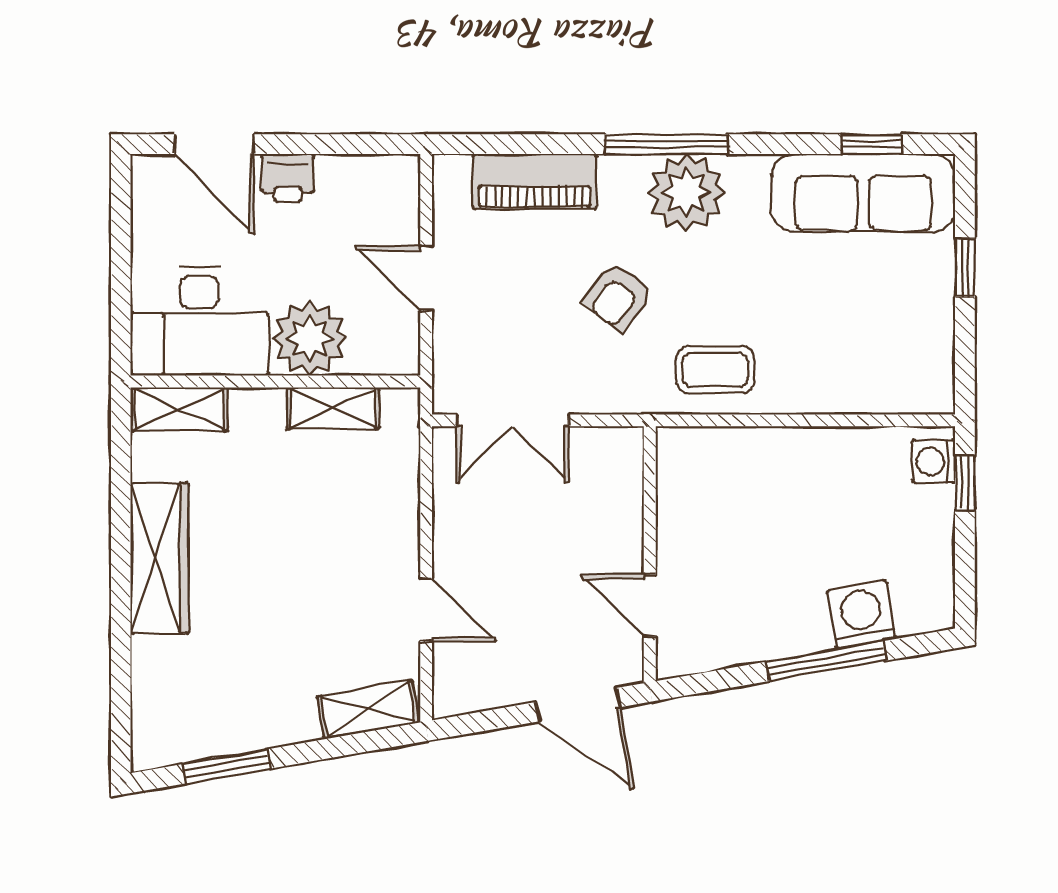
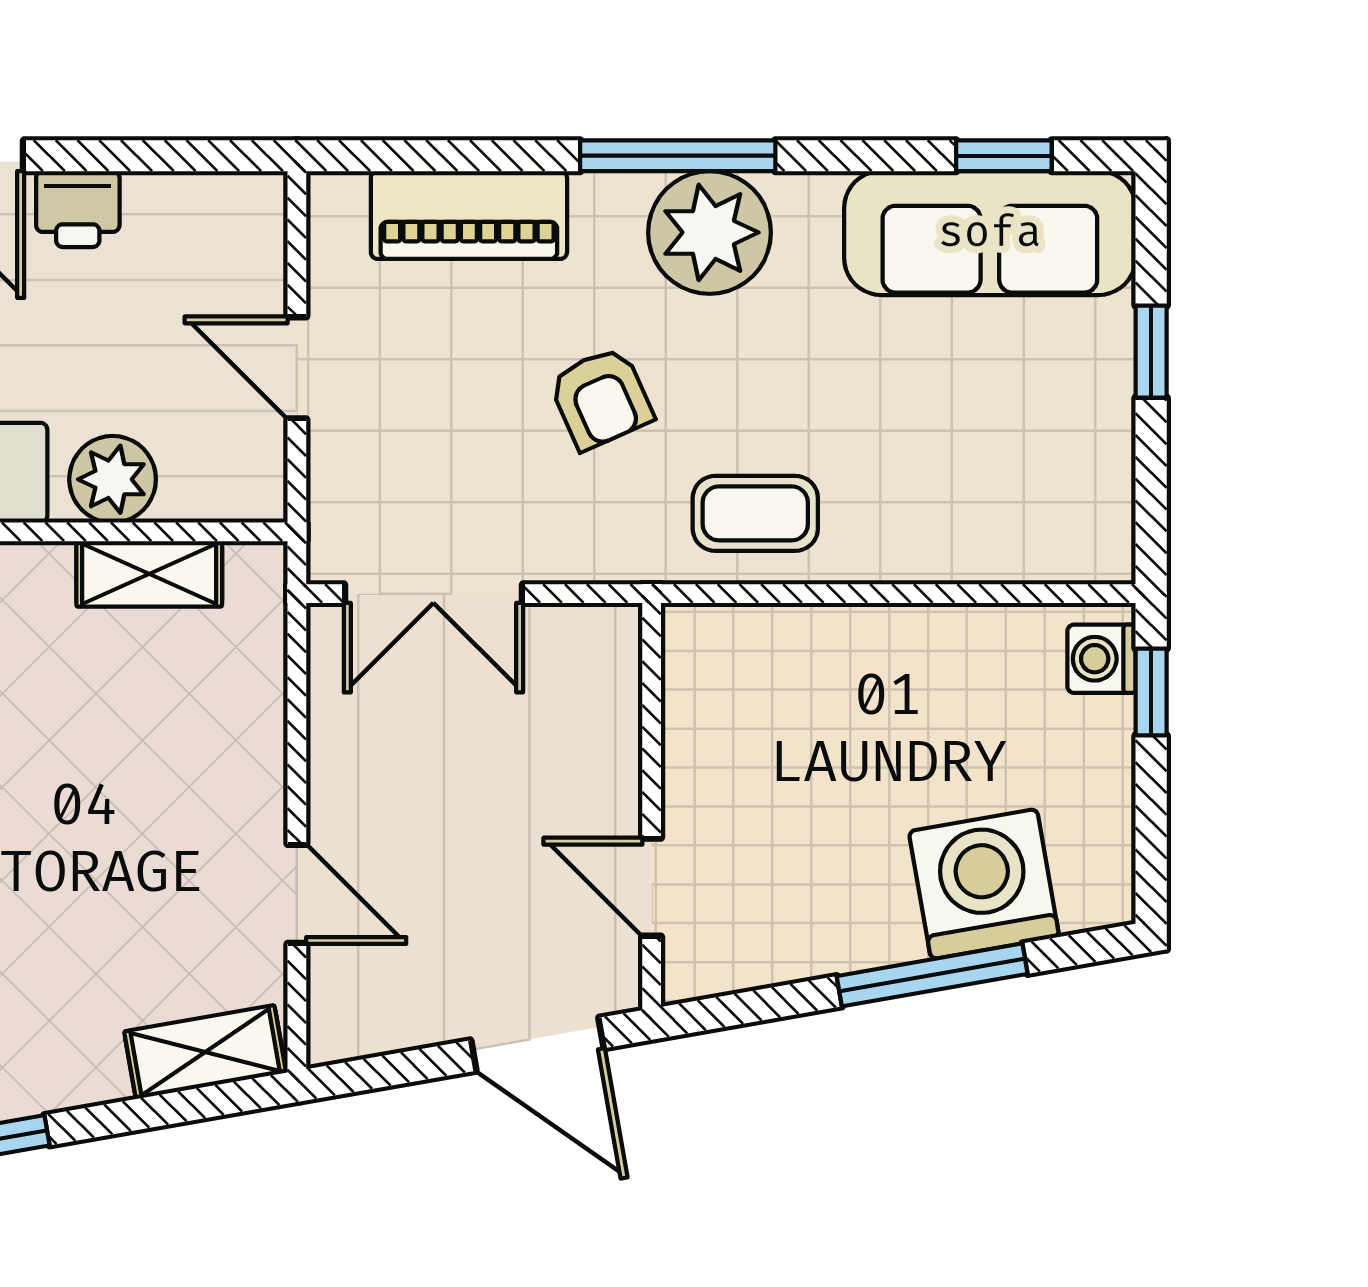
armchair: (618, 297) -> (601, 398), turned -61
plant: (310, 338) -> (113, 479), width x0.73, depth x0.73
washing machine: (861, 615) -> (984, 884), width x1.37, depth x1.37

